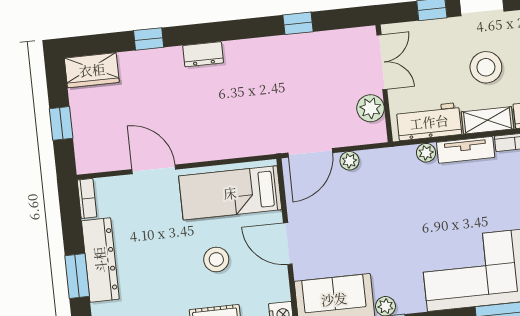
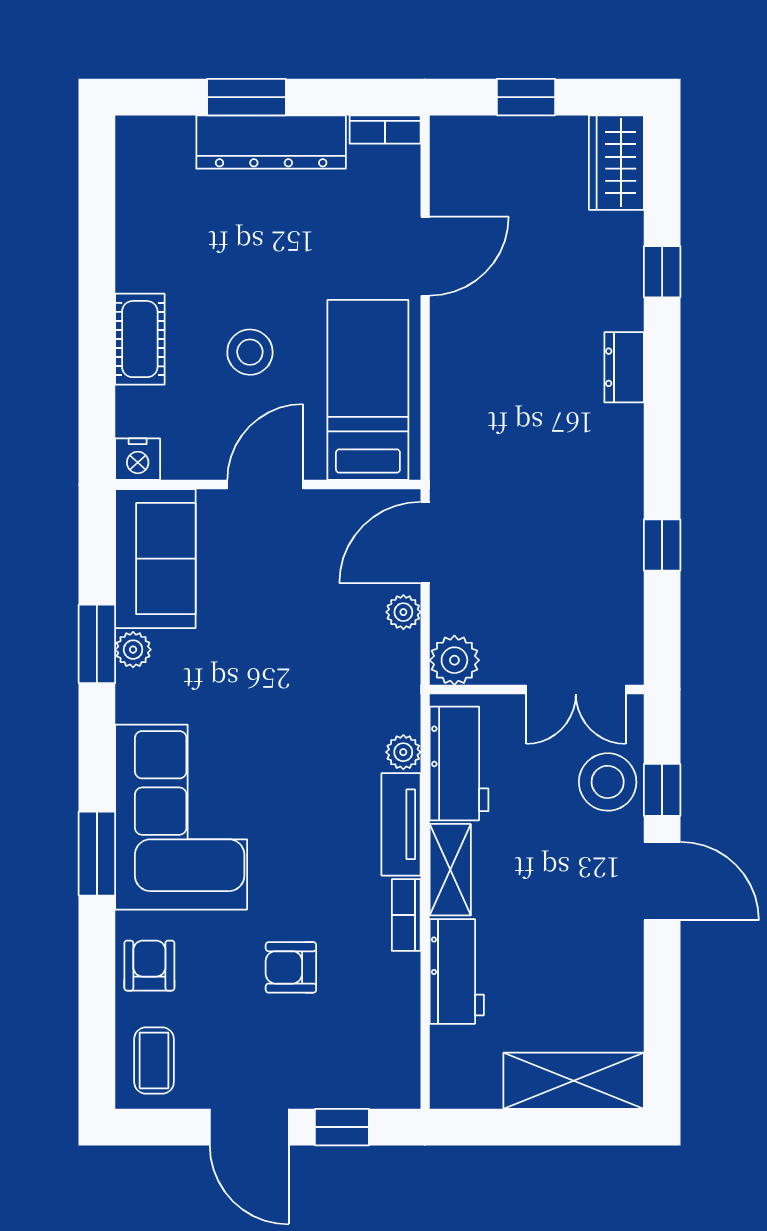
stool: (486, 67) -> (608, 782), moved
plant: (371, 108) -> (454, 660), moved
door: (310, 153) -> (425, 542), hinge flipped

